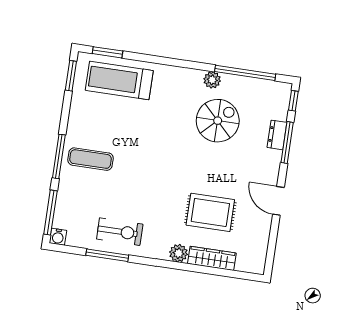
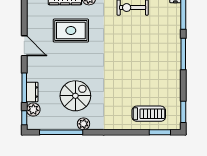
treadmill: (119, 80) -> (149, 114), width x0.73, depth x0.73
plant: (279, 110) -> (33, 110), added
spiral stairs: (218, 121) -> (75, 96), turned 180
exercise mat: (91, 159) -> (161, 55), removed

